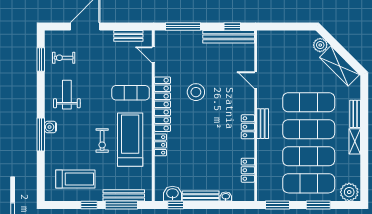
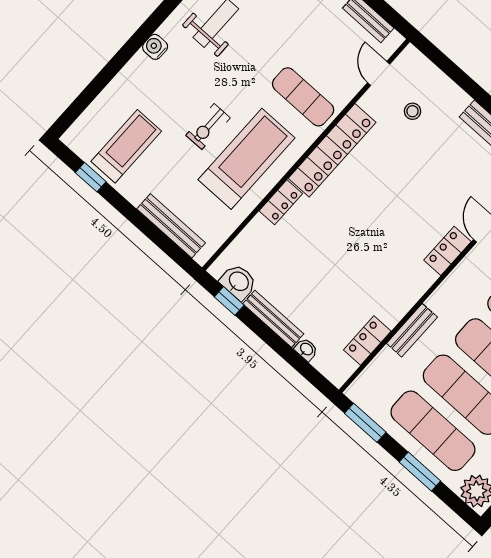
window: (183, 26) -> (452, 71), removed
stool: (196, 92) -> (412, 111), moved, width x0.53, depth x0.53
bench: (263, 124) -> (412, 330), moved
locker: (248, 127) -> (448, 251), moved
window: (41, 134) -> (133, 45), removed
treadmill: (75, 179) -> (126, 146), turned -90
window: (89, 205) -> (91, 177), moved
window: (121, 205) -> (156, 236), removed

